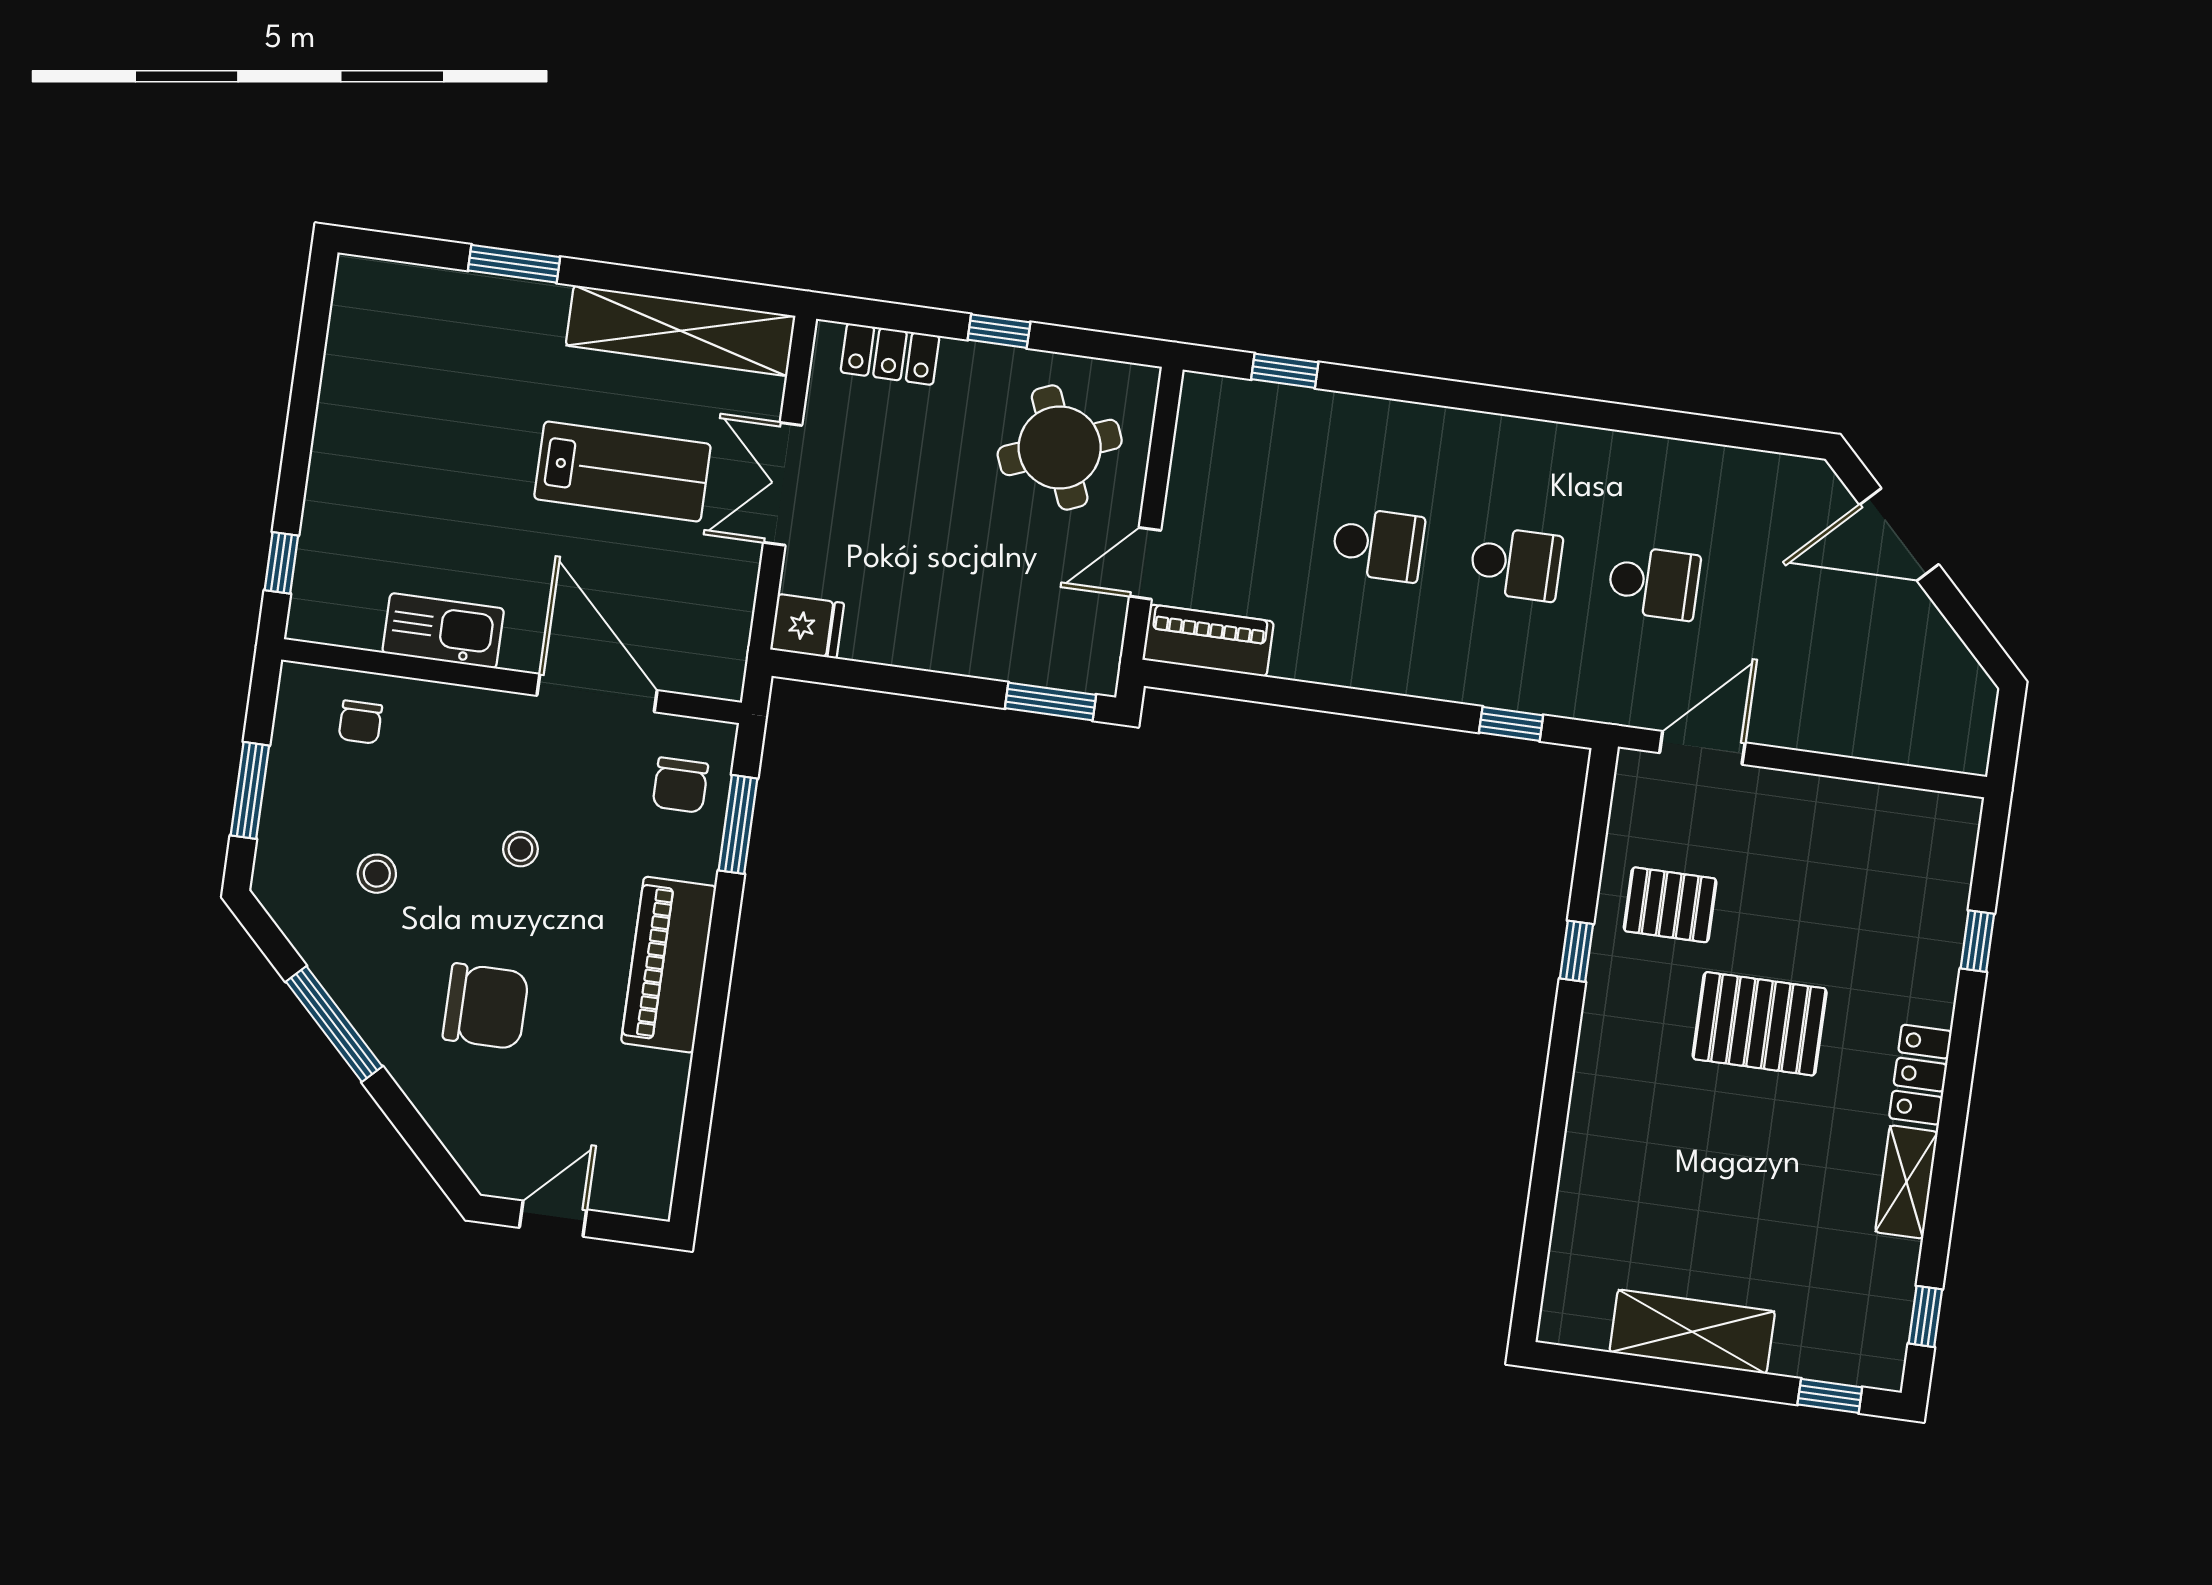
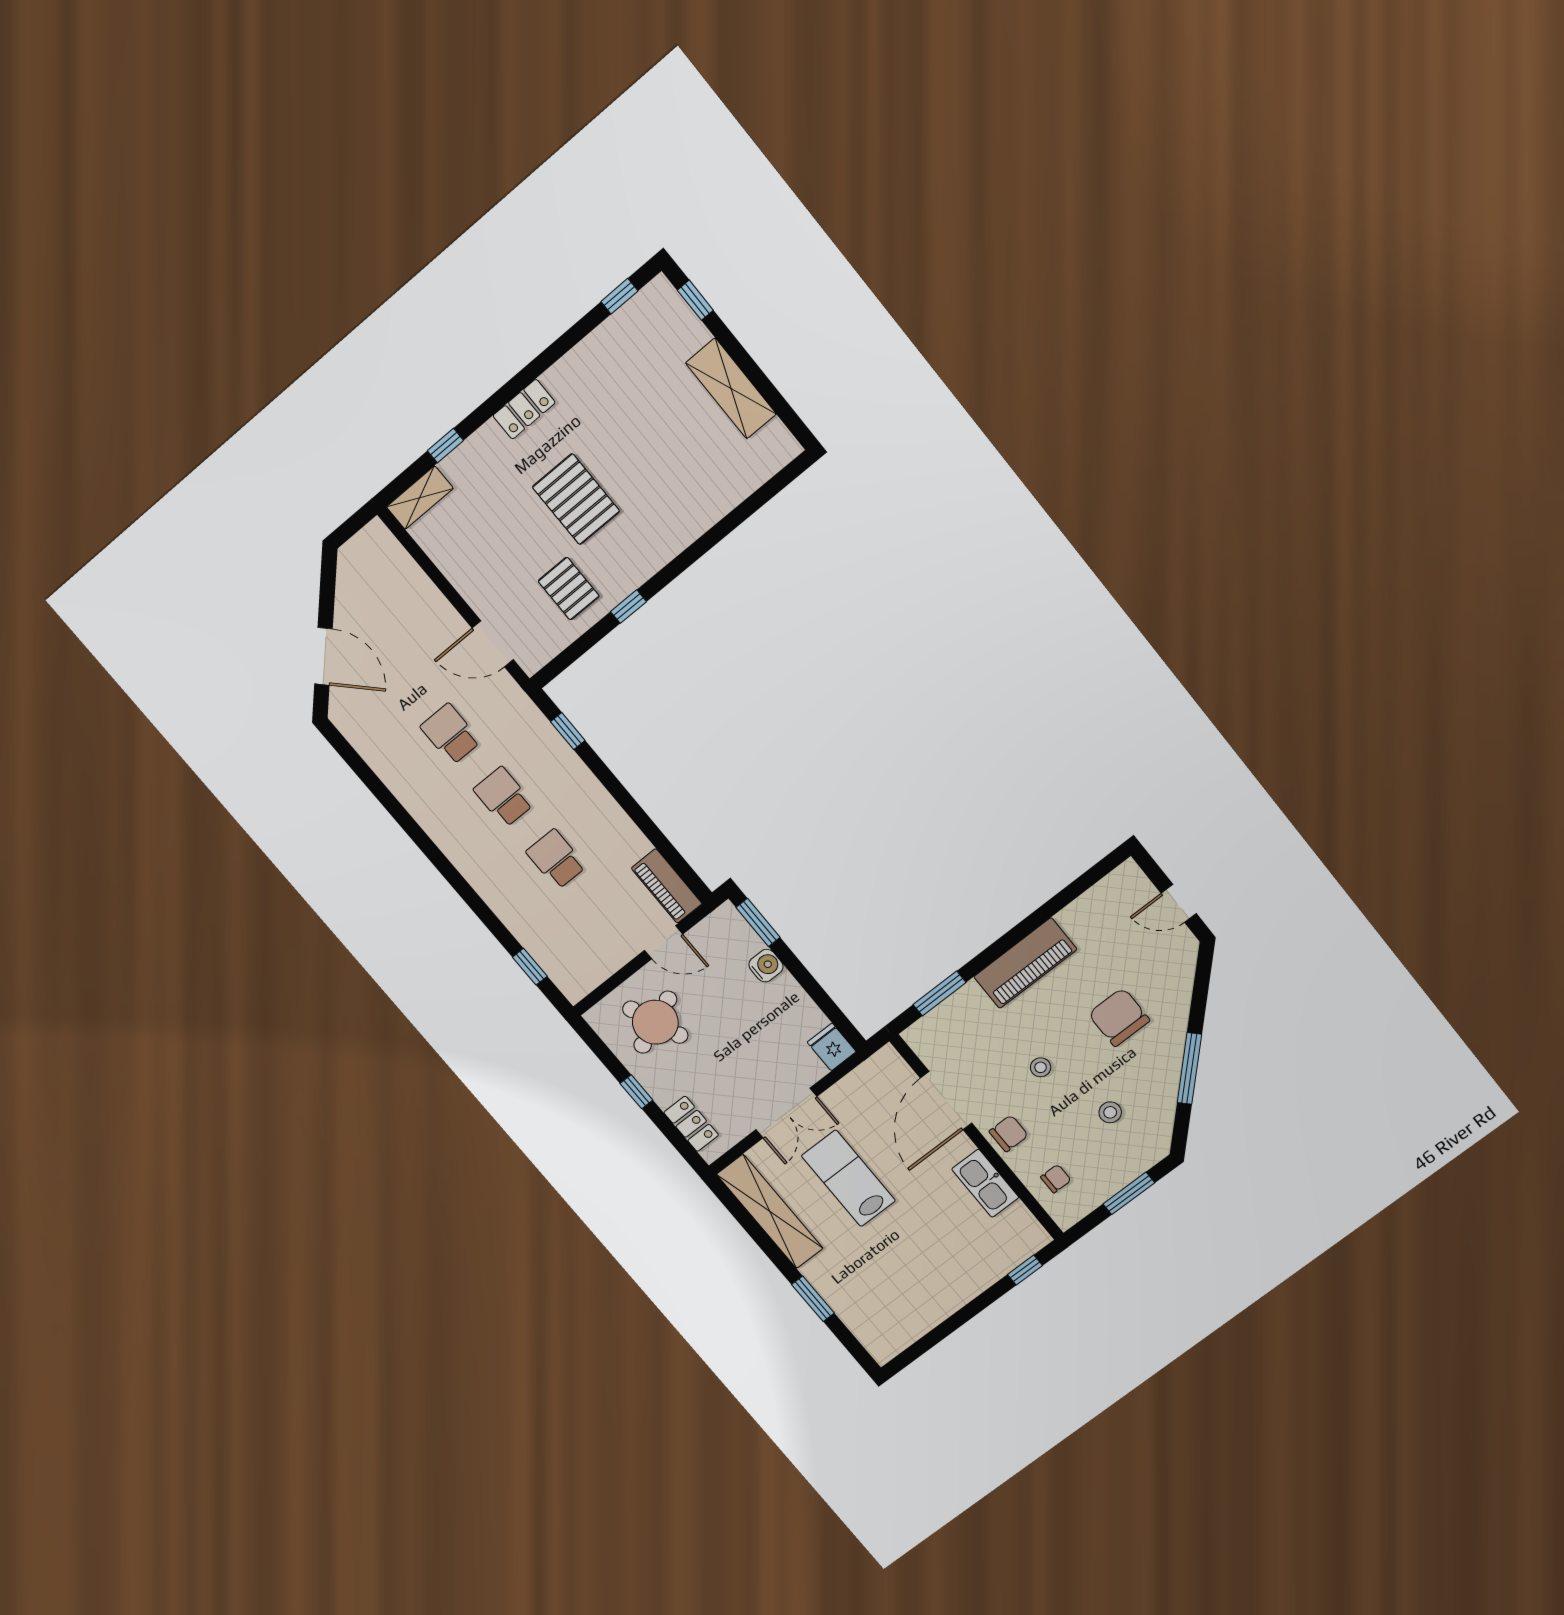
water cooler: (989, 655) -> (766, 966), added
chair: (680, 785) -> (1009, 1133), moved
shelving: (1906, 1182) -> (420, 498), moved

